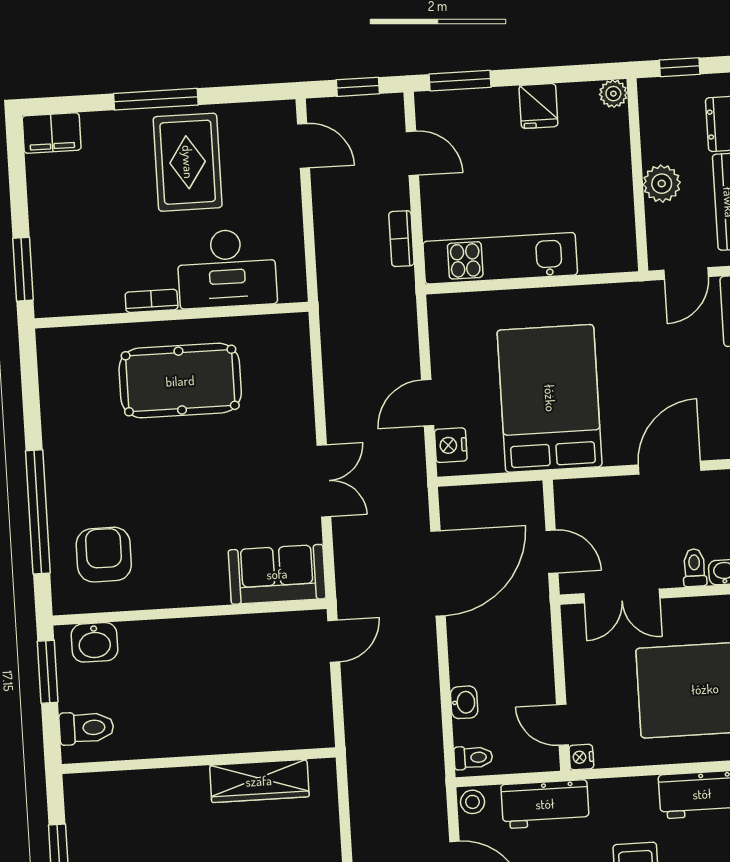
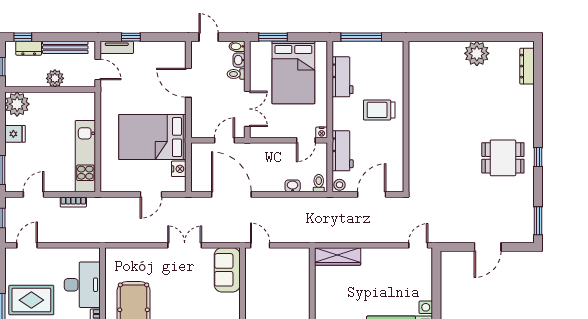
plant: (613, 94) -> (17, 104), width x1.88, depth x1.88
door: (428, 403) -> (151, 194), hinge flipped
nightstand: (451, 445) -> (179, 169), moved, turned -90
wardrobe: (259, 781) -> (338, 256), moved, turned 90

